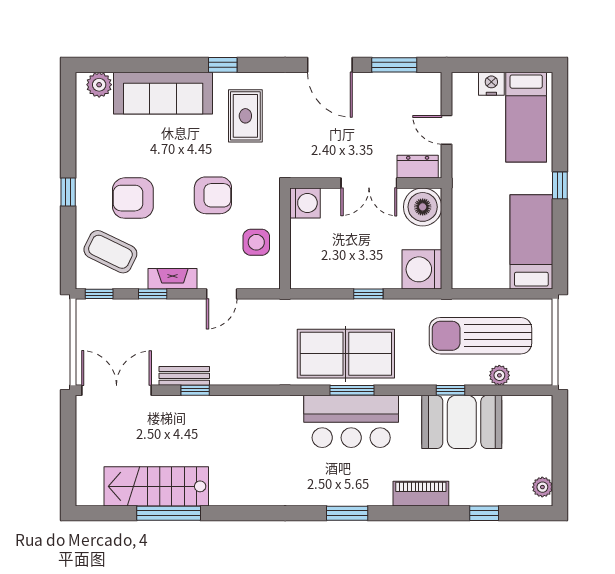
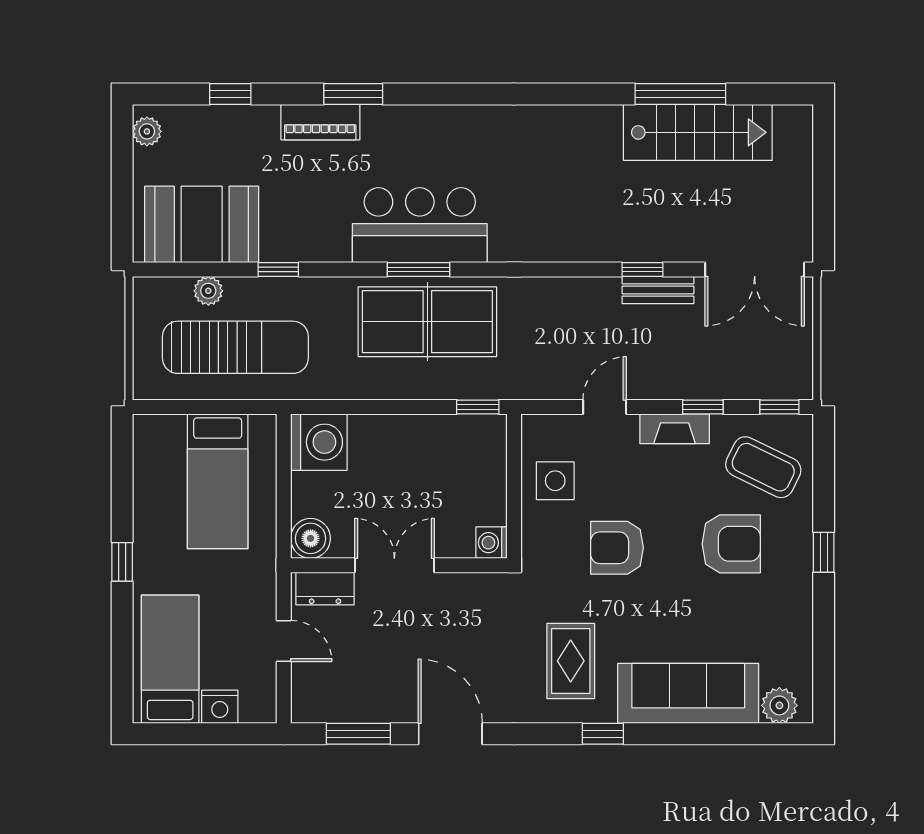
washing machine: (305, 203) -> (492, 543), width x0.73, depth x0.73
boiler: (423, 207) -> (311, 538), width x0.73, depth x0.73
bed: (531, 242) -> (218, 481), moved
window: (368, 294) -> (478, 407), moved
booth: (462, 422) -> (202, 224), moved
window: (347, 513) -> (353, 94), moved

